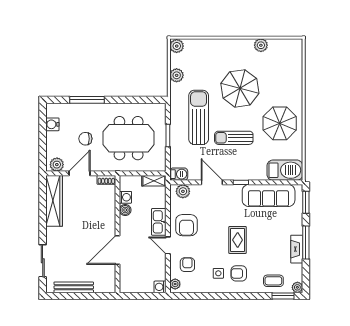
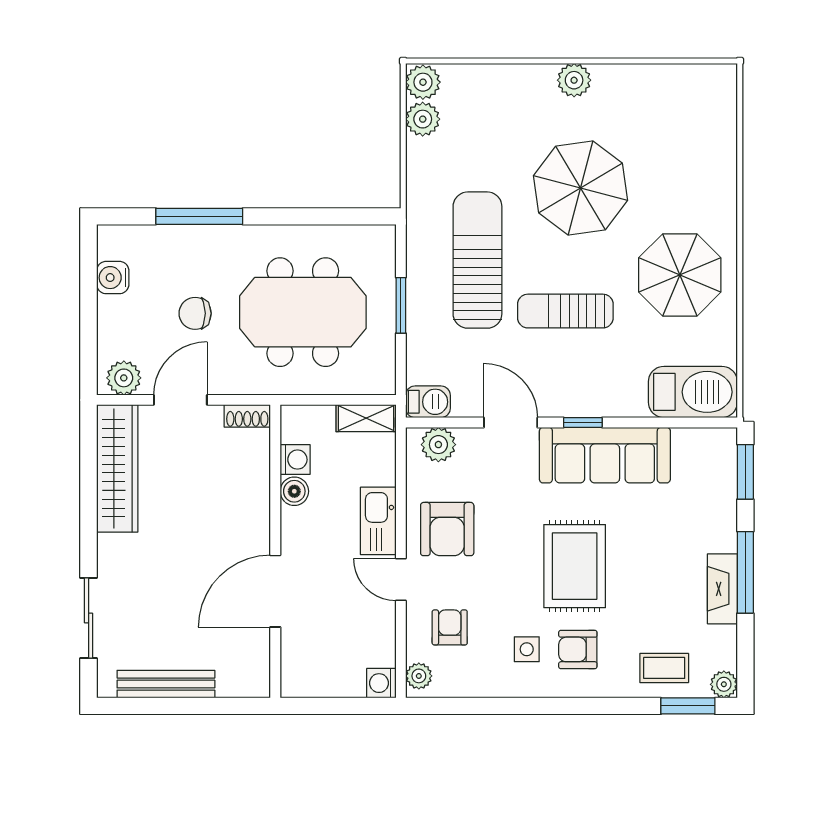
plant: (261, 45) -> (574, 80), moved
plant: (177, 75) -> (423, 119), moved
sofa: (269, 196) -> (605, 455), moved
rug: (238, 240) -> (575, 566), width x1.36, depth x1.43

